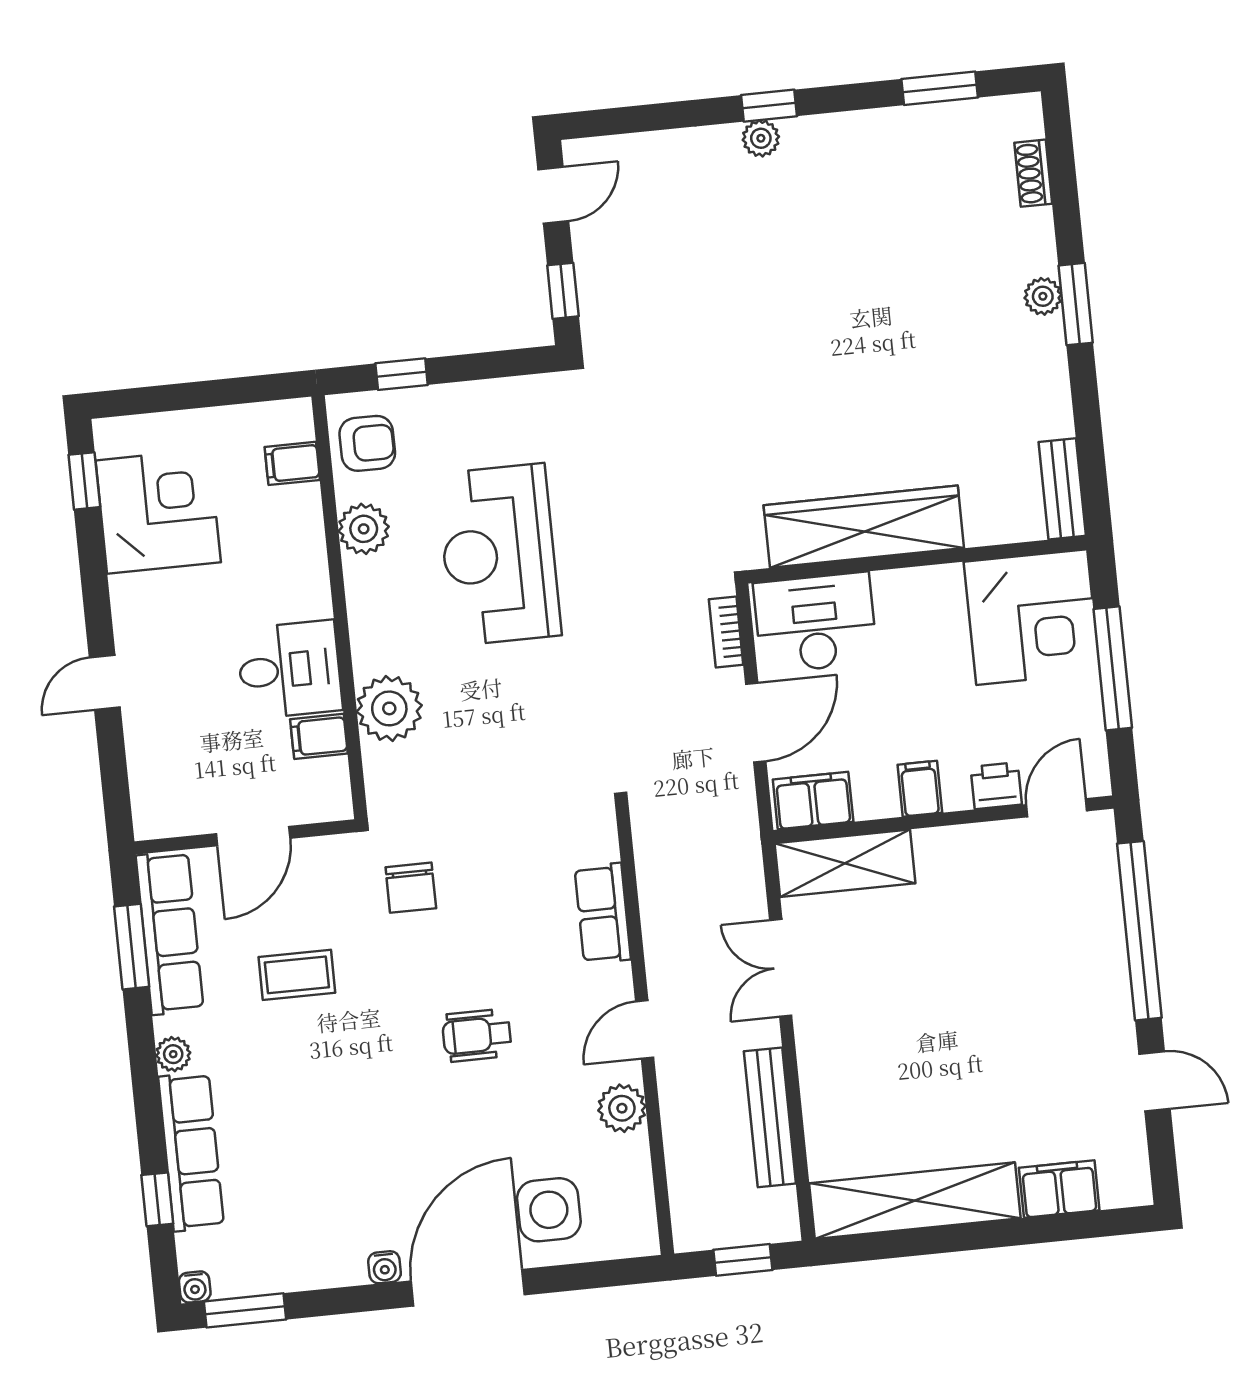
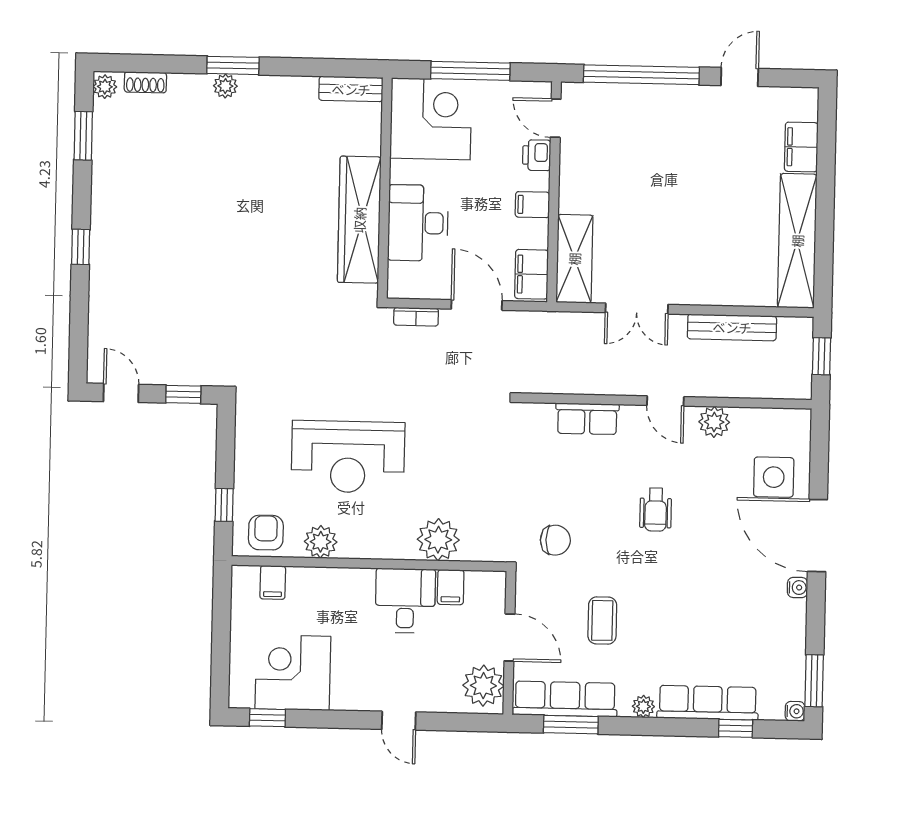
plant: (761, 138) -> (105, 87), moved
desk: (815, 623) -> (418, 223), moved
plant: (175, 805) -> (483, 686), added

